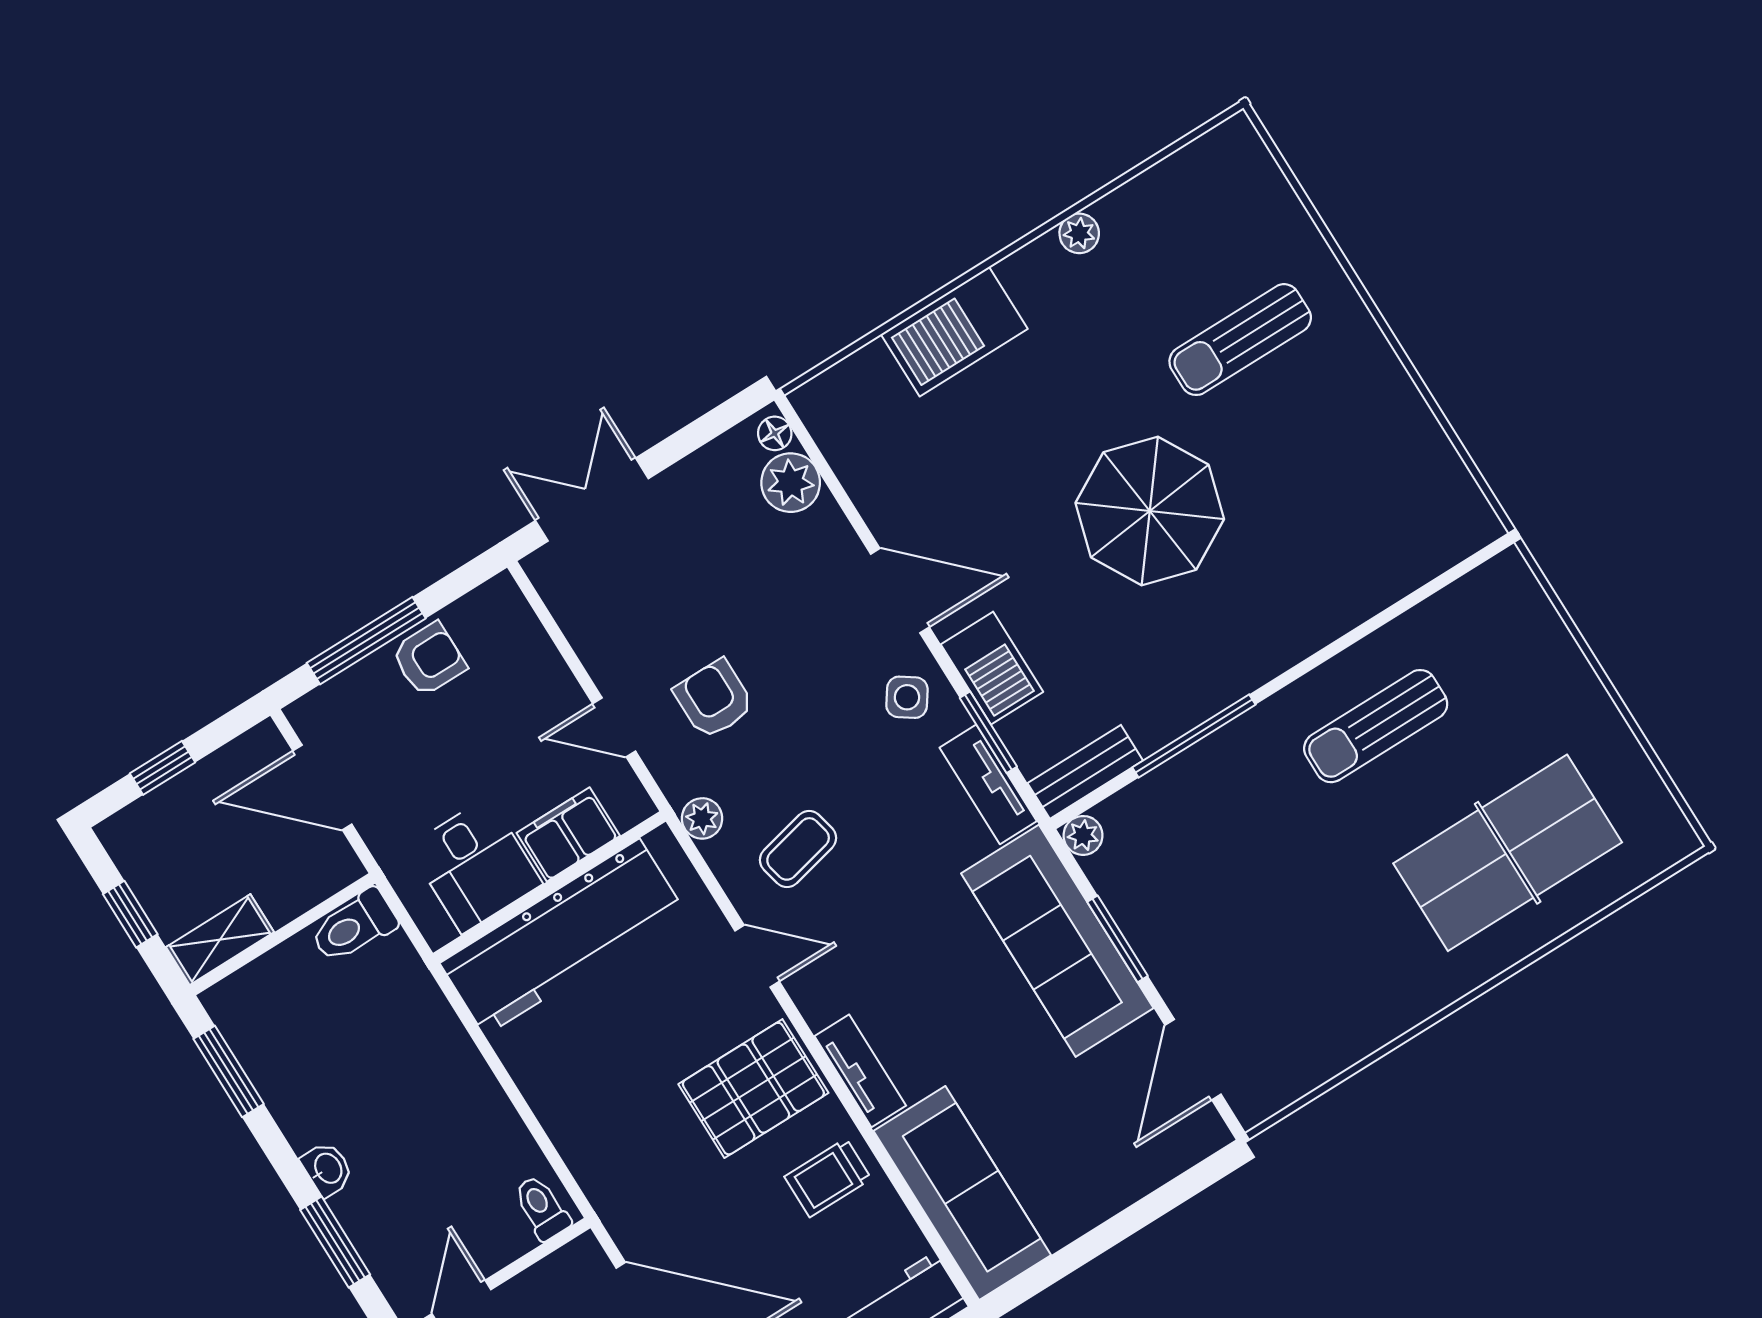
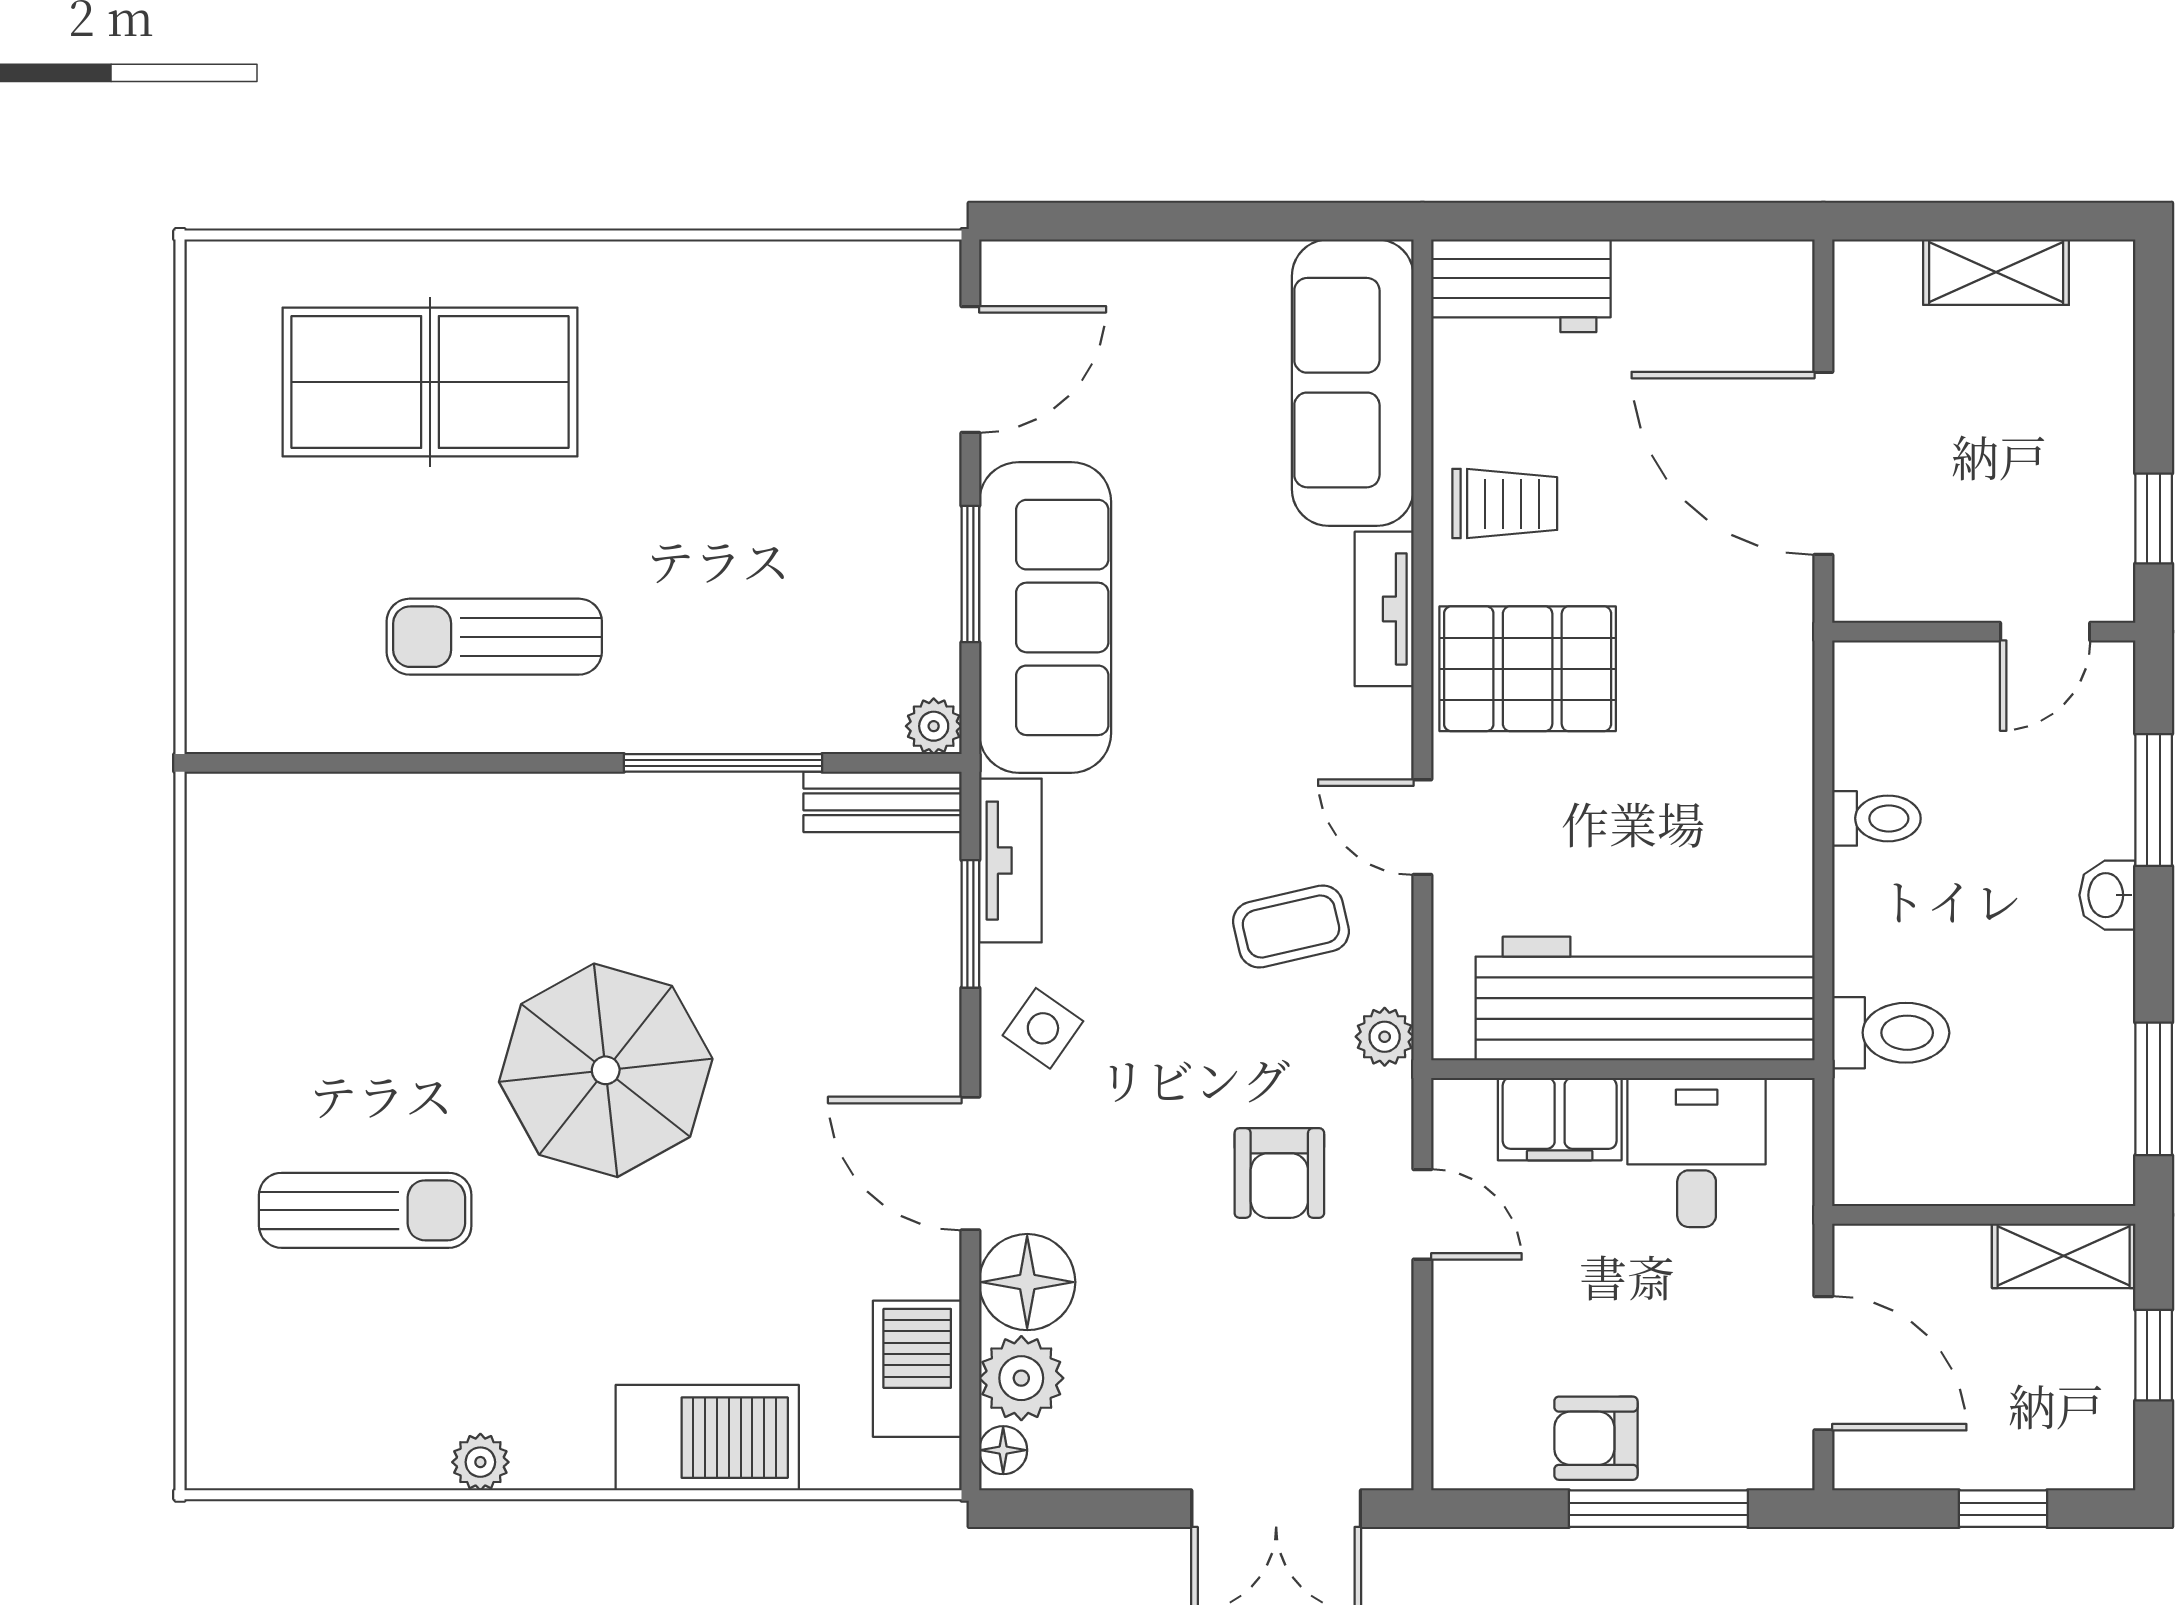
floor lamp: (823, 542) -> (1027, 1282), added
barbecue: (992, 668) -> (917, 1369), moved
sun lounger: (1376, 726) -> (494, 637), turned 180
toilet: (354, 926) -> (1891, 1033), moved
toilet: (542, 1208) -> (1876, 818), moved, turned -90

